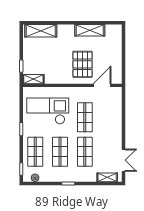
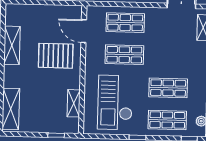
shelving: (33, 79) -> (74, 103), moved
shop shelf: (85, 152) -> (125, 23), moved

